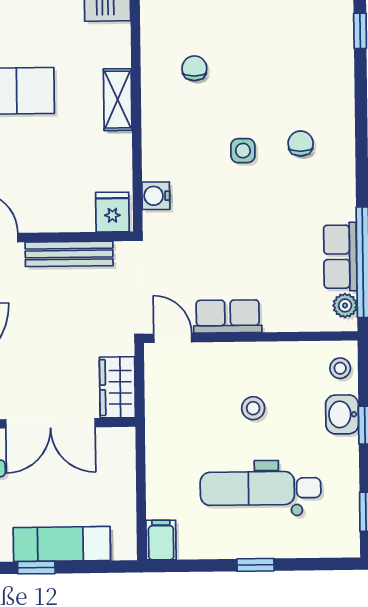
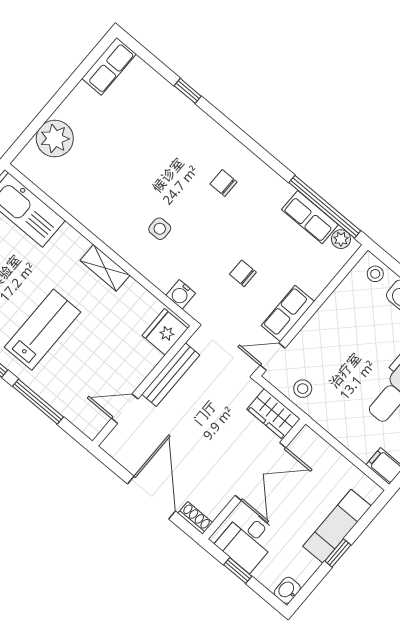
chair: (194, 68) -> (243, 273), moved
side table: (243, 151) -> (160, 229), moved
fridge: (112, 212) -> (165, 332), width x1.38
stool: (253, 408) -> (303, 389), moved

